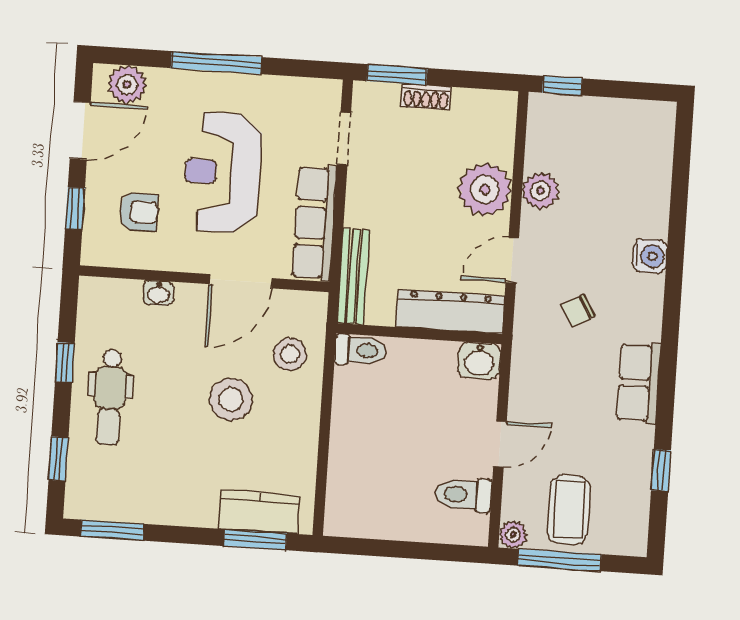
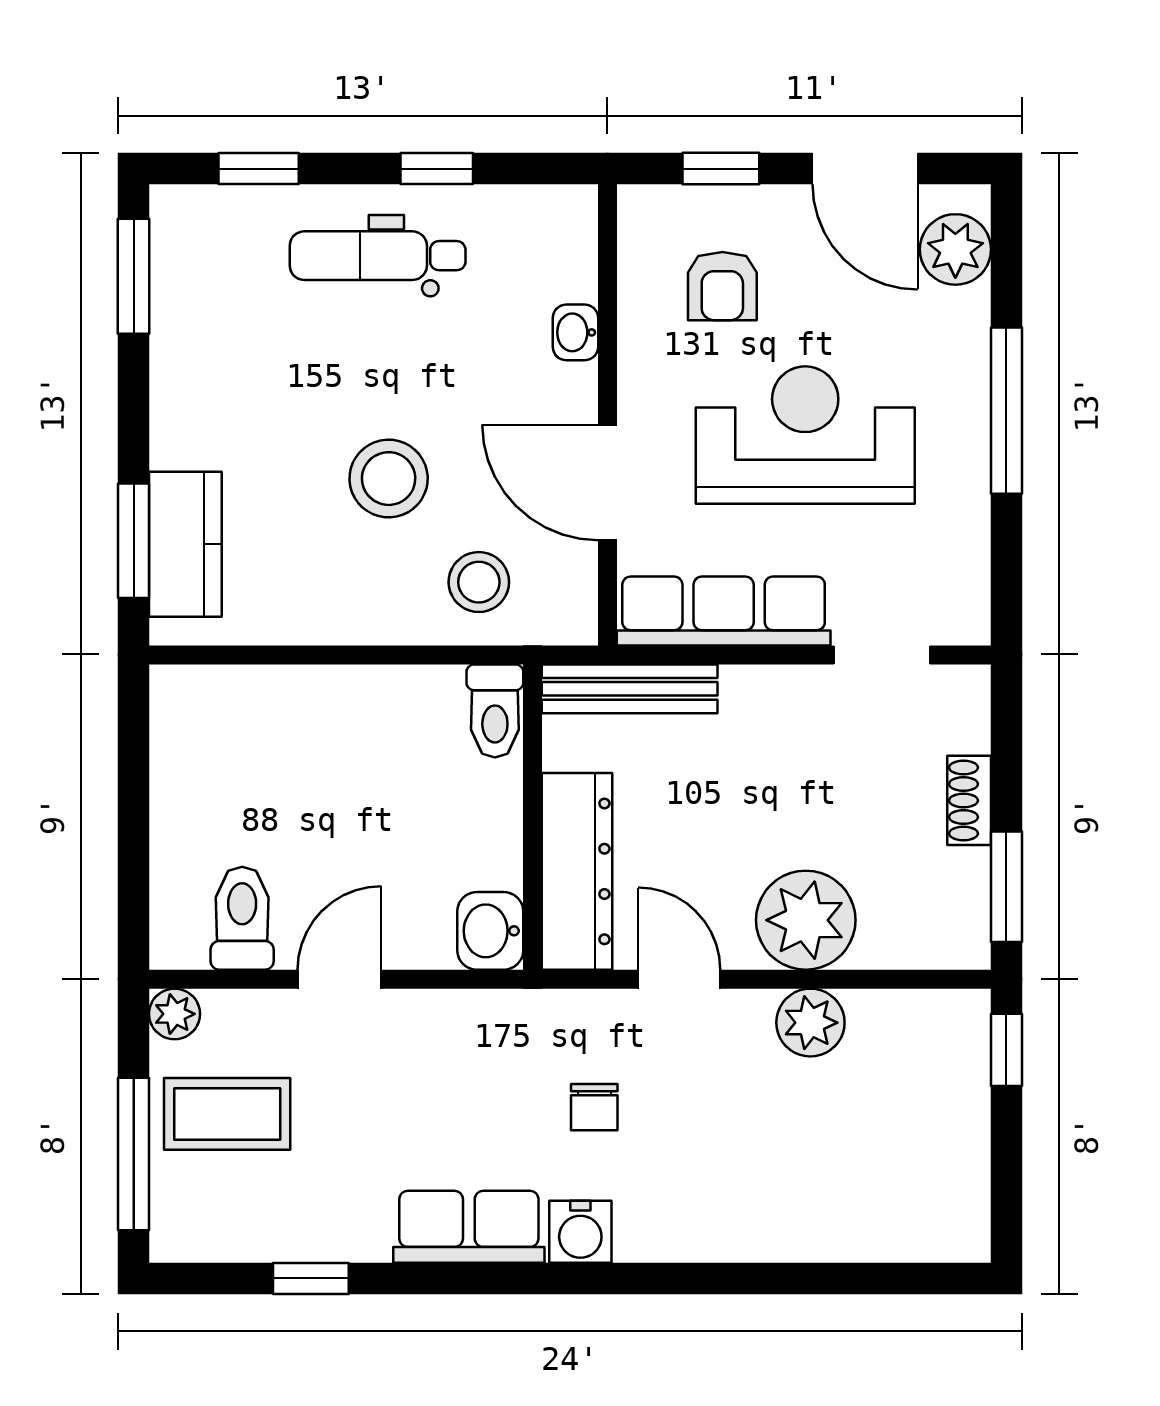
window: (397, 75) -> (1006, 887), moved
water cooler: (650, 256) -> (580, 1232), moved
chair: (578, 311) -> (594, 1107), turned -150
door: (500, 444) -> (340, 979), swing flipped
window: (559, 560) -> (134, 1154), moved

